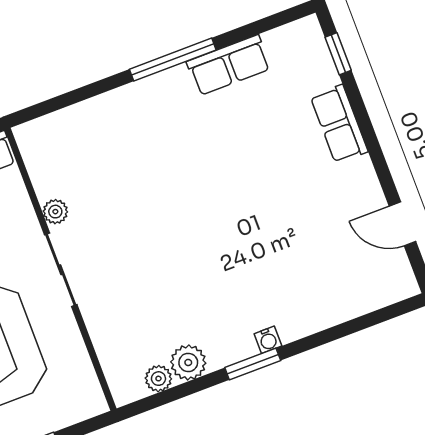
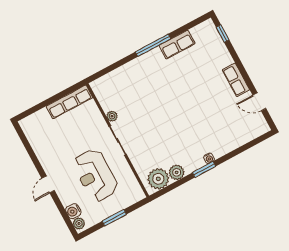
row of seats: (339, 124) -> (236, 80), moved
plant: (158, 379) -> (158, 179), width x1.88, depth x1.88

